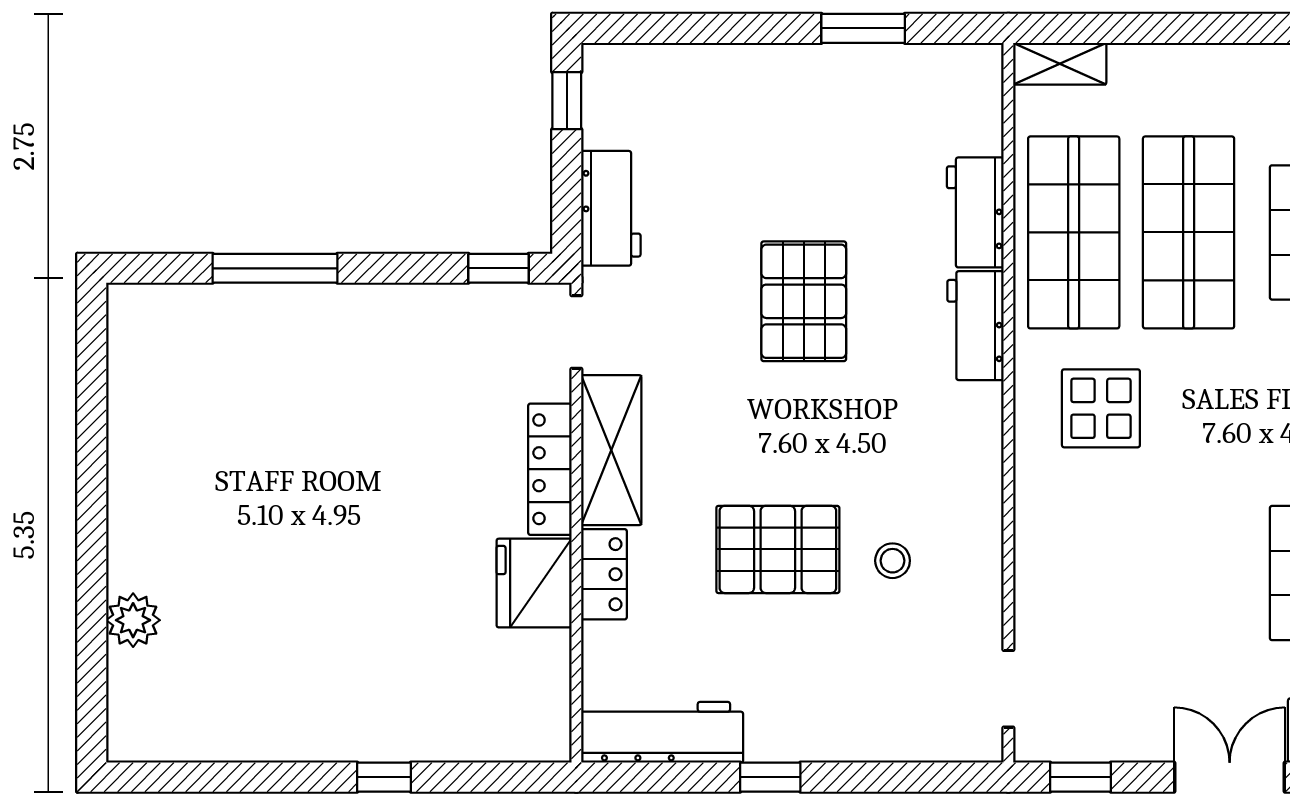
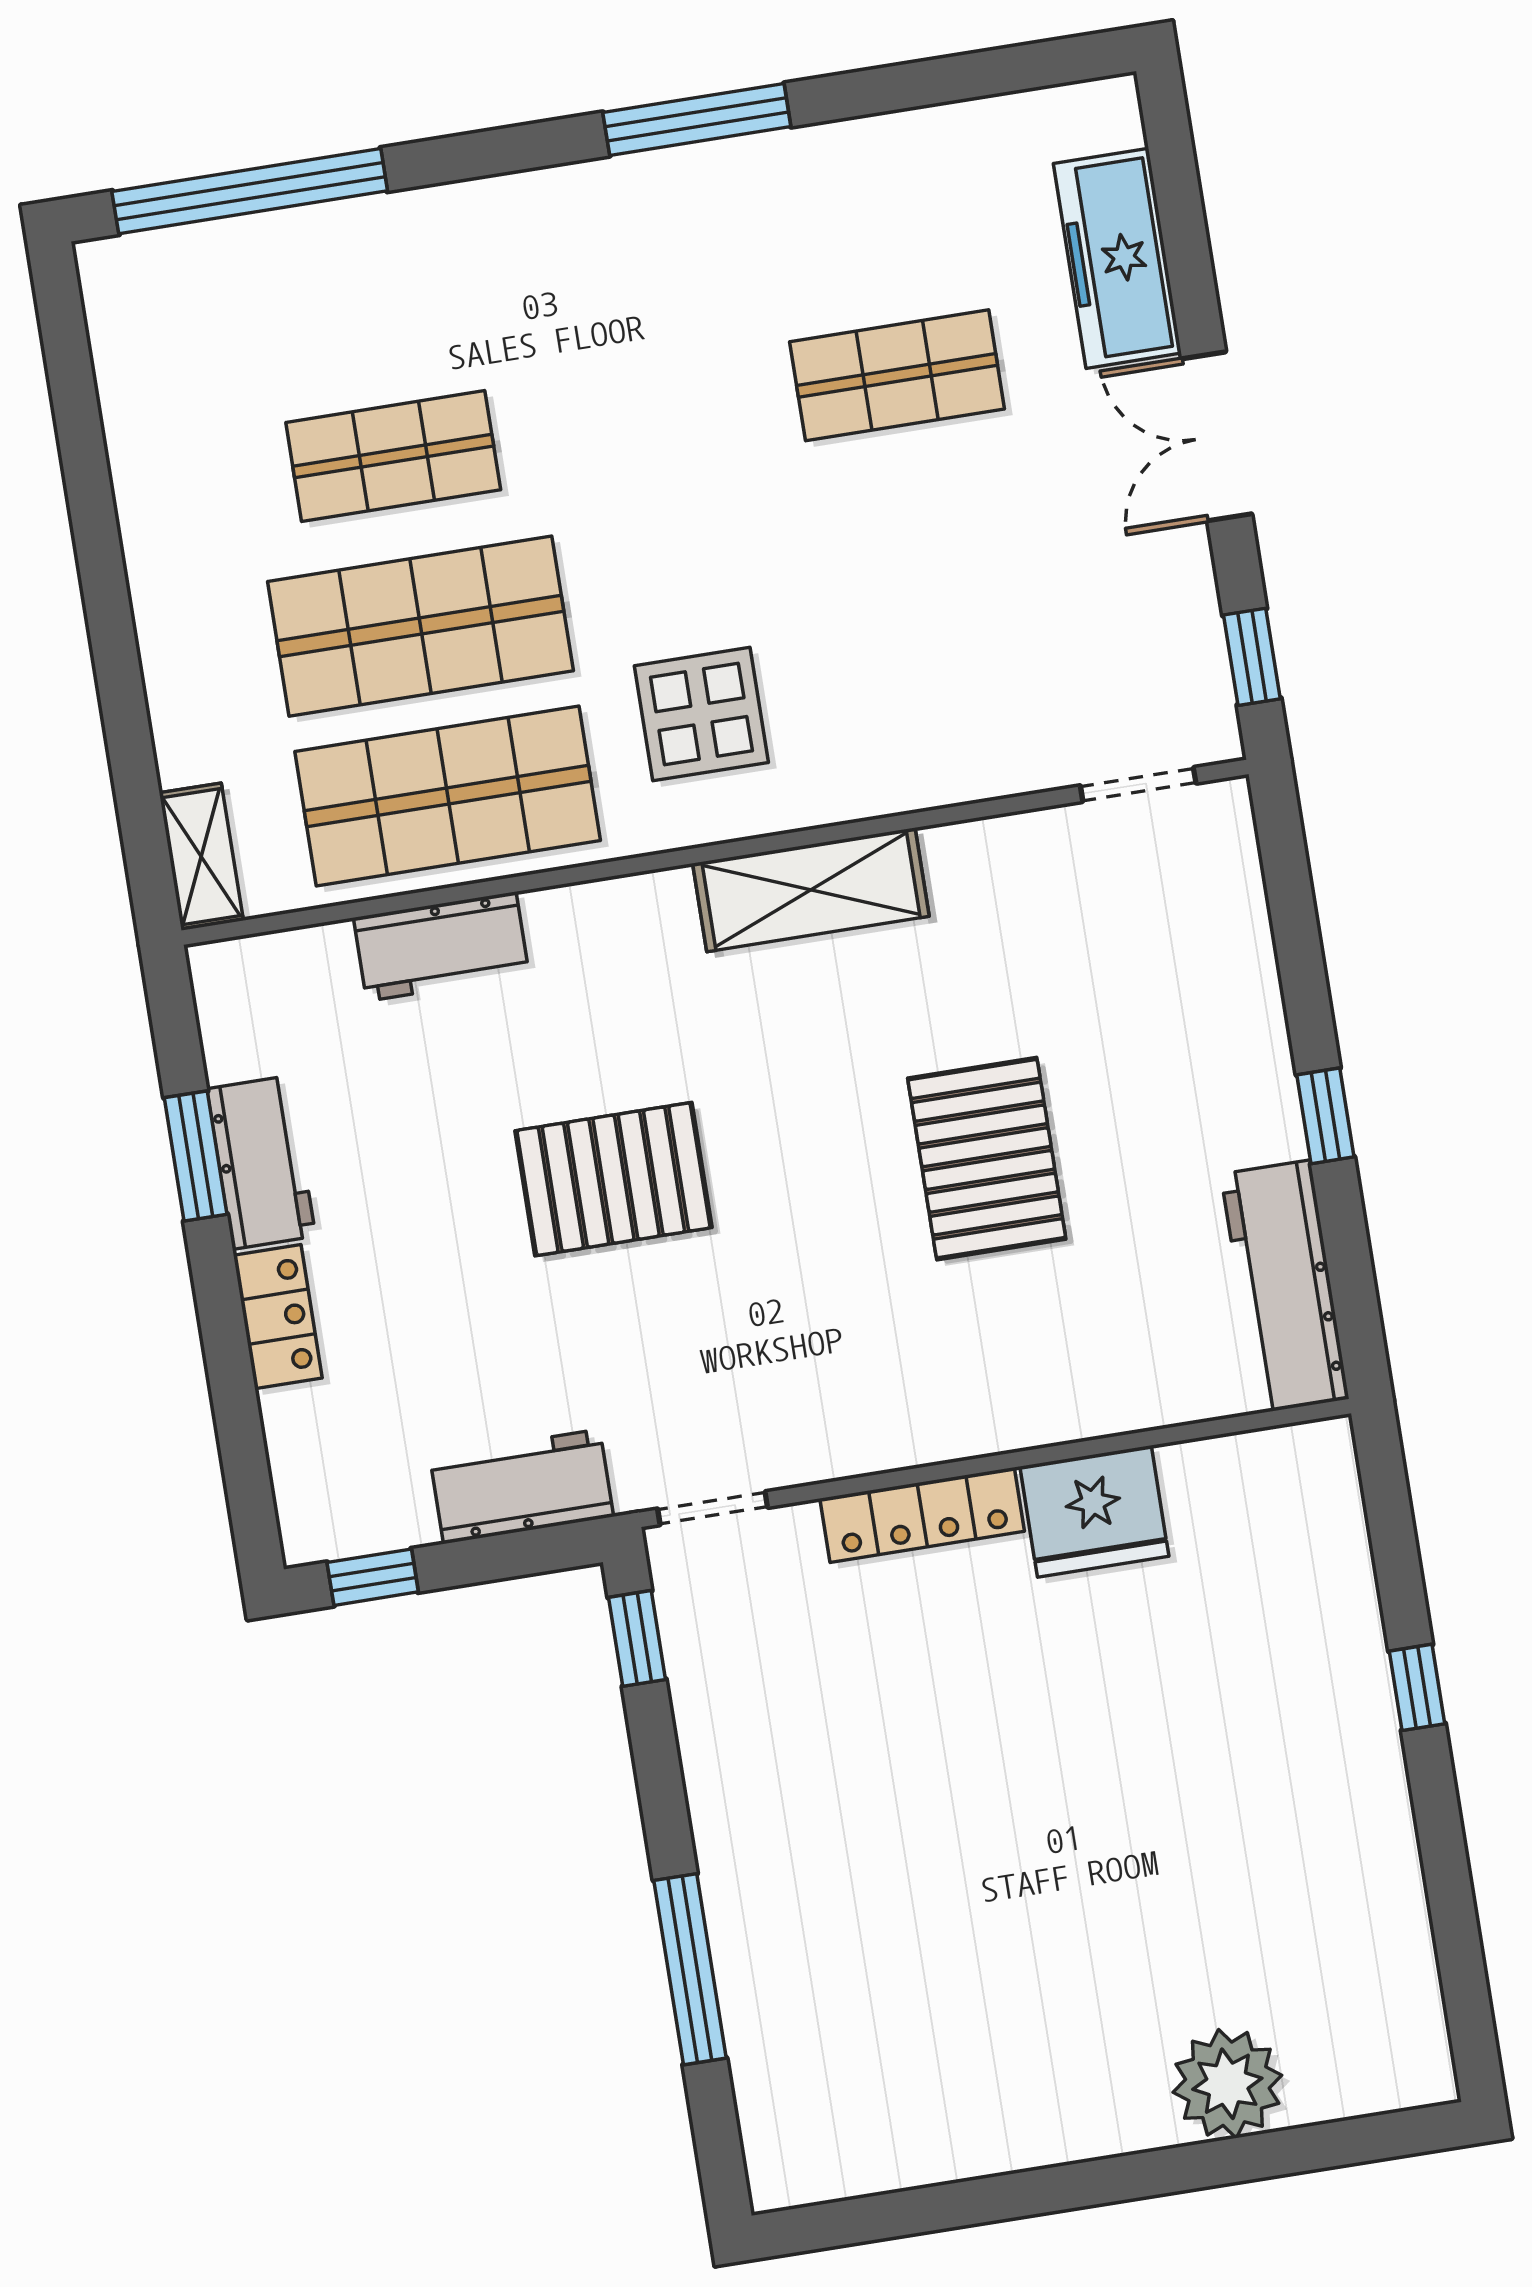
workbench: (975, 326) -> (261, 1162), moved, turned -90
shelving: (611, 450) -> (811, 890), moved
stool: (893, 561) -> (976, 986), removed
locker: (604, 574) -> (278, 1317), moved, turned 90
plant: (133, 620) -> (1227, 2084), width x1.36, depth x1.36

